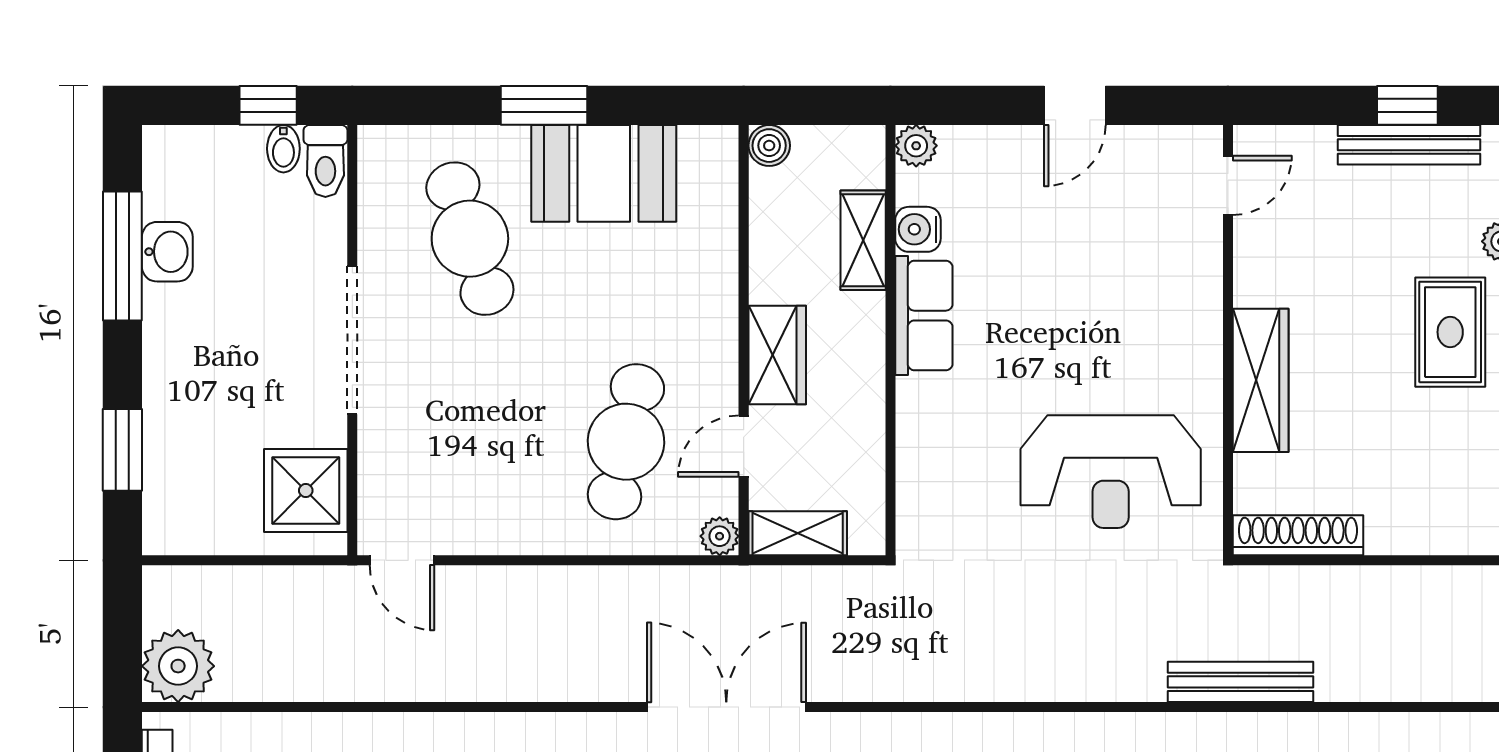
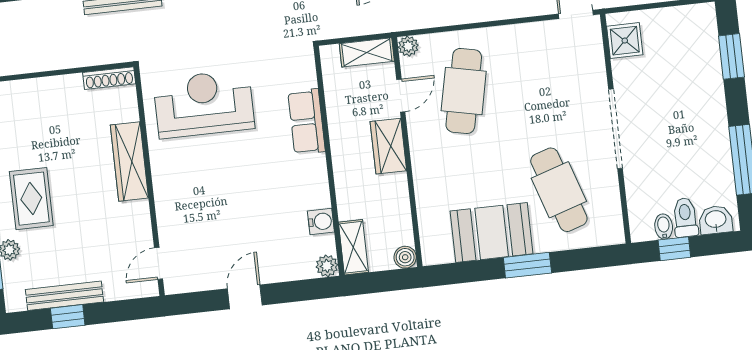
toilet: (325, 161) -> (685, 217), moved
shelving: (863, 240) -> (353, 247), moved
washbasin: (167, 252) -> (716, 220), moved, turned 90
row of seats: (924, 316) -> (307, 122), moved
shower: (306, 490) -> (625, 41), width x0.73, depth x0.73
shoe rack: (1298, 535) -> (109, 78), width x0.74, depth x0.81

